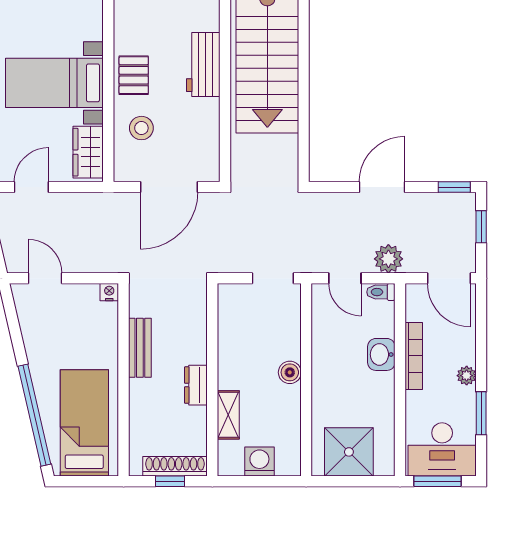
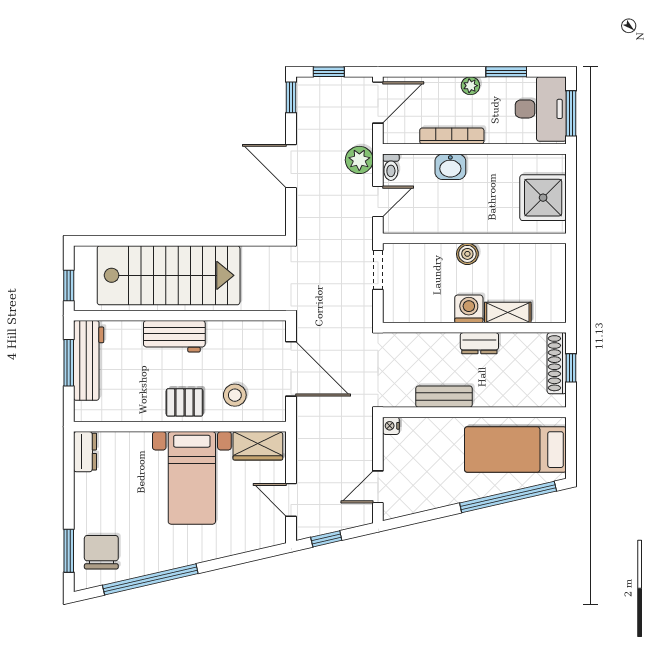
washing machine: (259, 462) -> (469, 309), moved, turned 90

